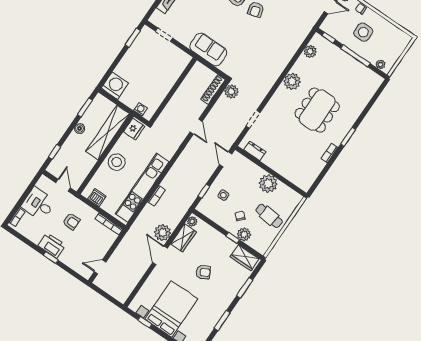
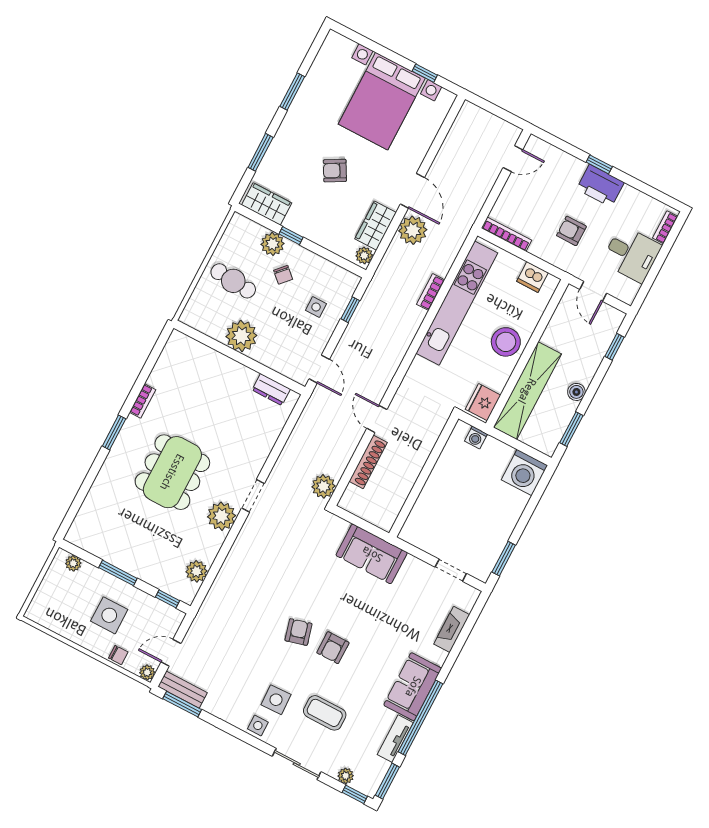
window: (355, 56) -> (118, 573), width x0.69
shoe rack: (213, 89) -> (368, 462), moved
doorway: (253, 119) -> (253, 496), moved

